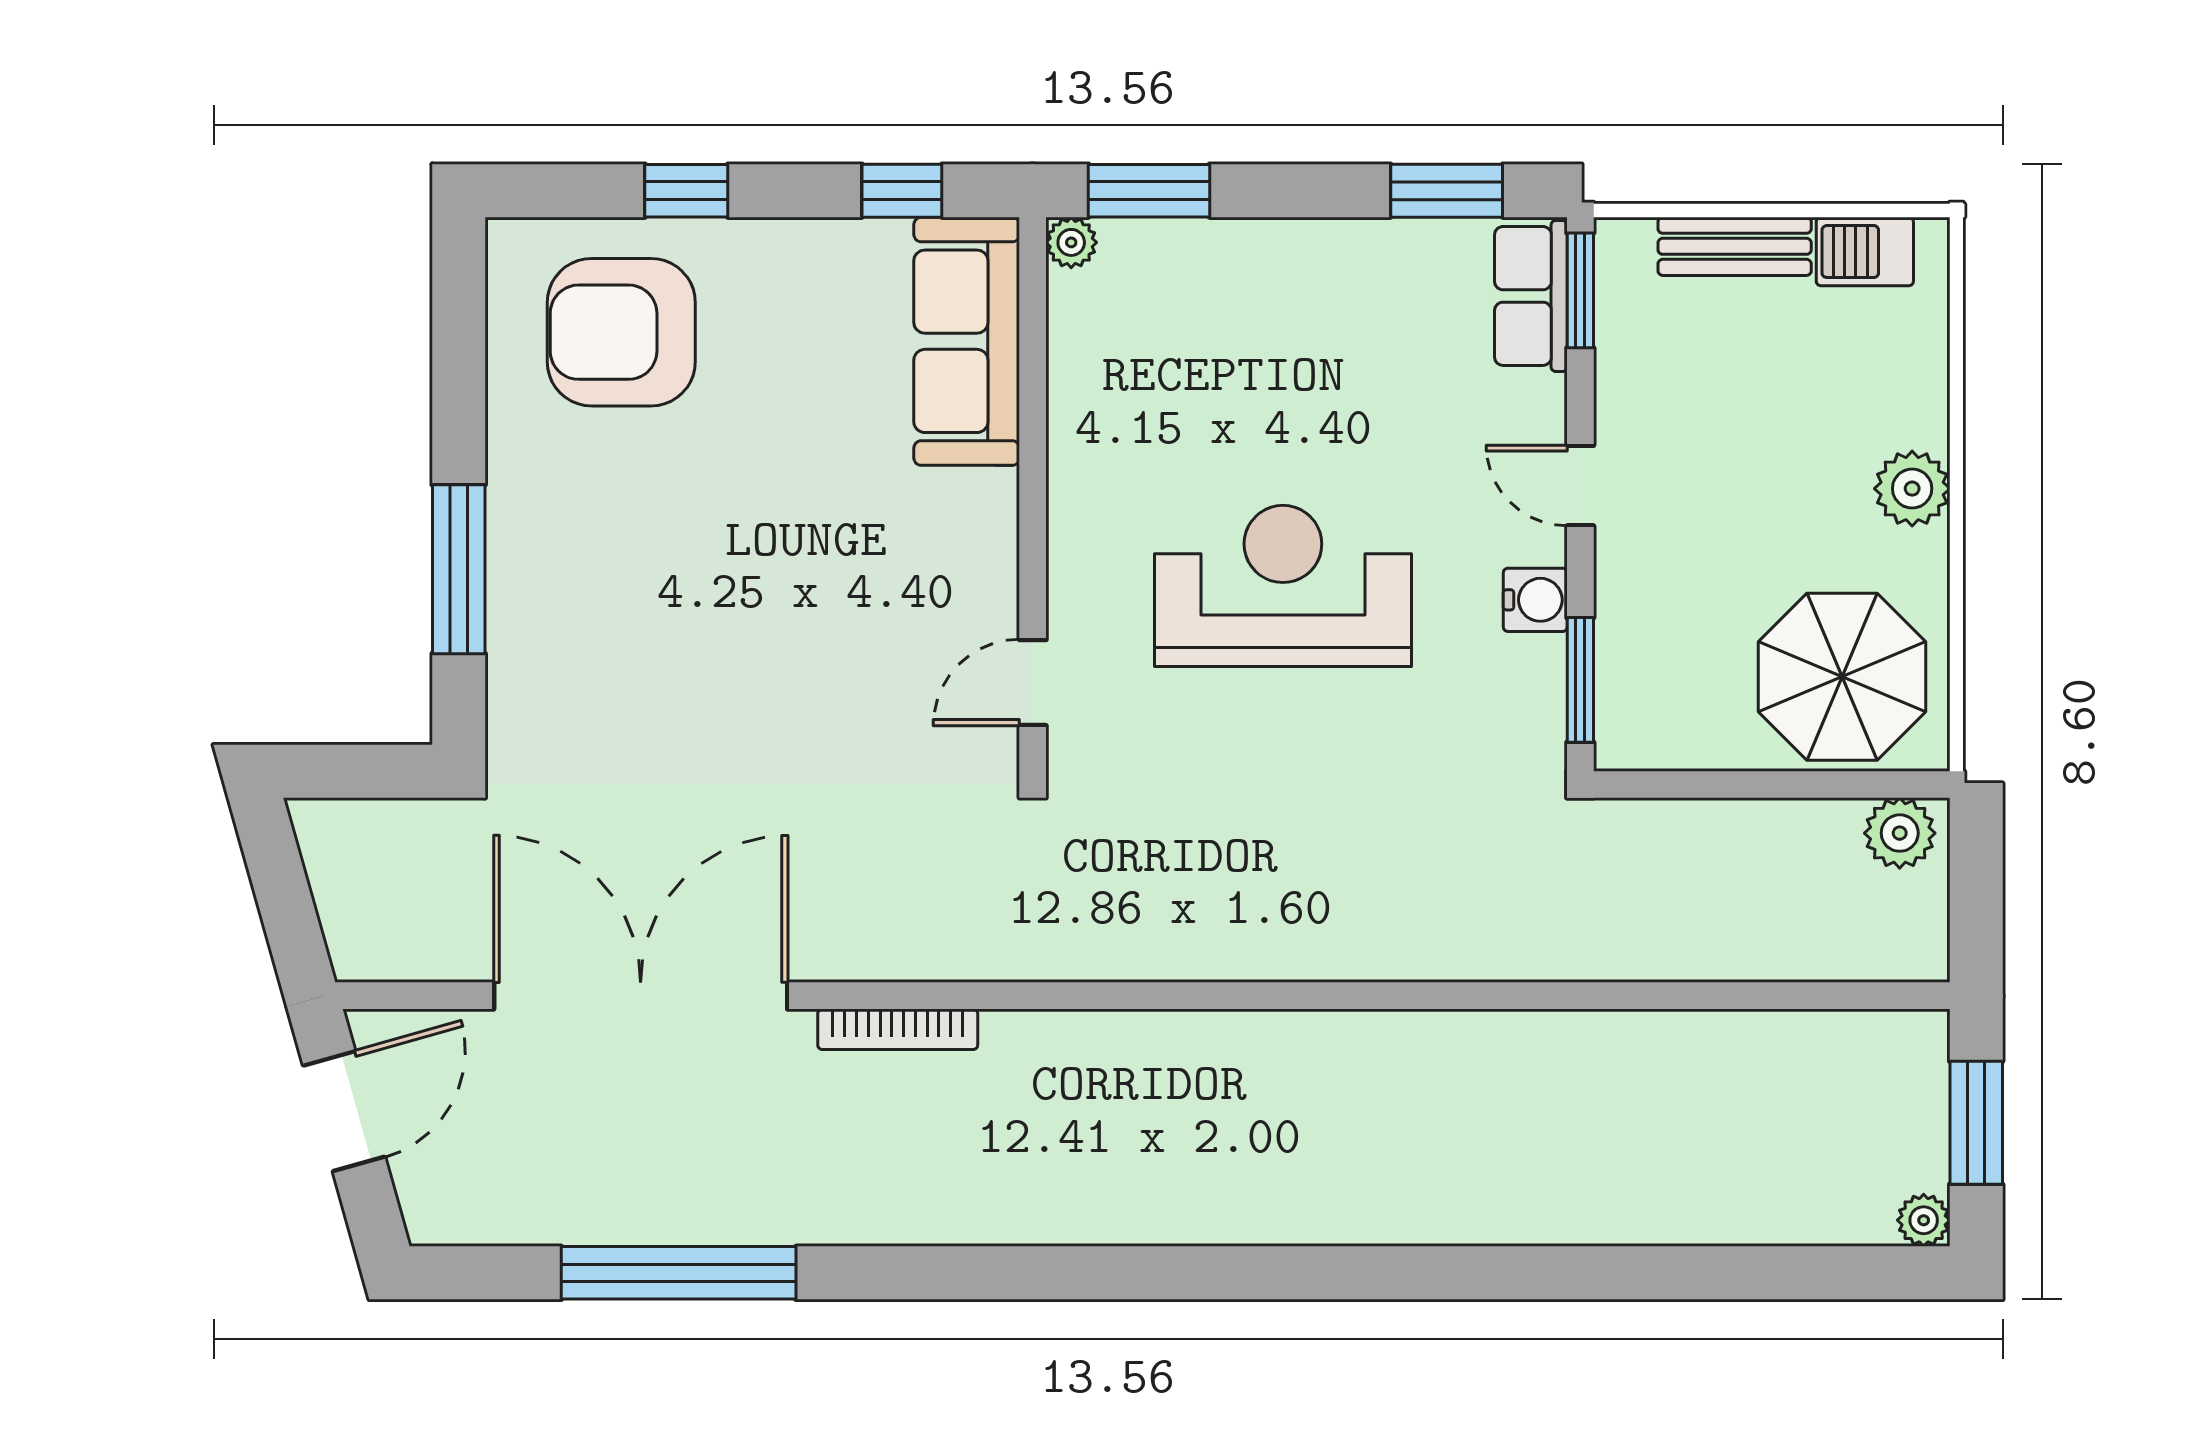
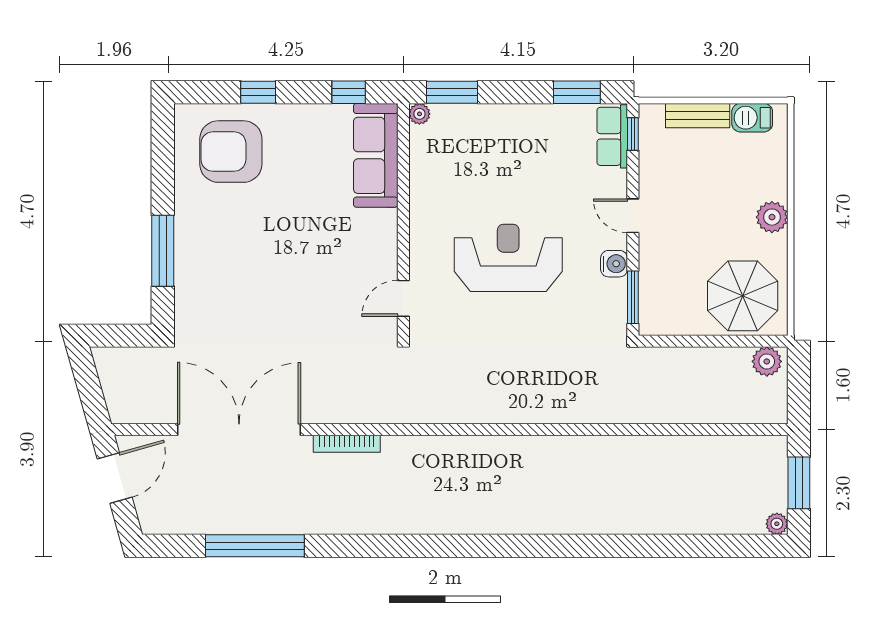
window: (1580, 290) -> (633, 134), width x0.67

